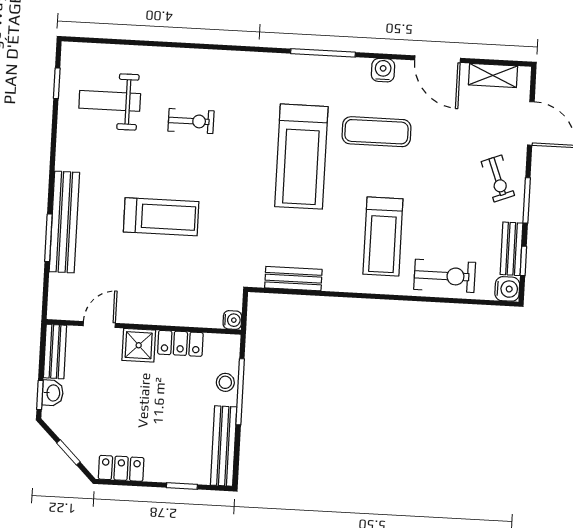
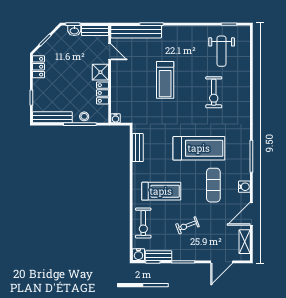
weight bench: (110, 101) -> (222, 51), turned 180
exercise bike: (191, 121) -> (214, 92), width x1.38, depth x1.39
treadmill: (301, 157) -> (199, 148), turned 180
exercise bike: (498, 179) -> (187, 225), moved
bench: (64, 222) -> (136, 32), moved
treadmill: (383, 236) -> (161, 191), turned 180

